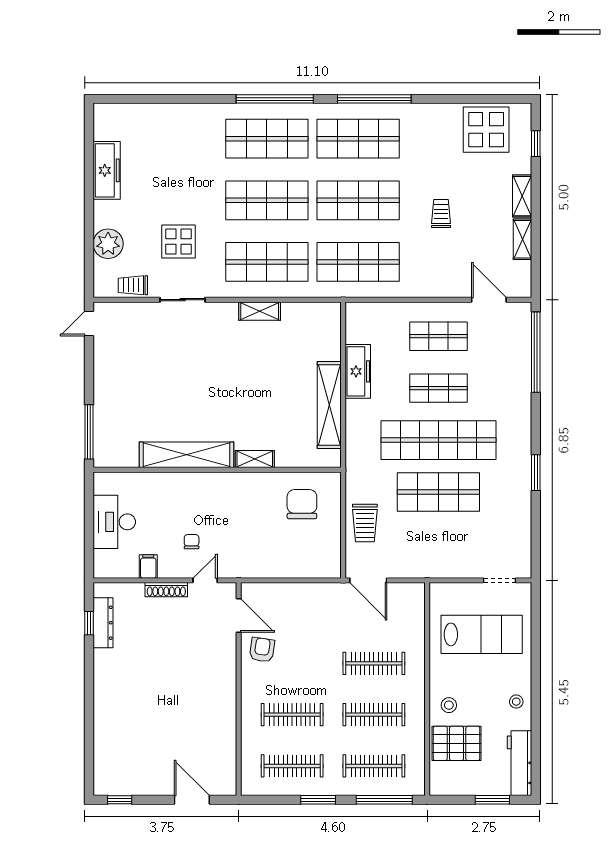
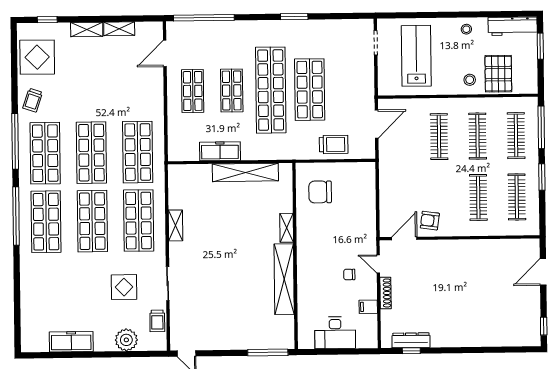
trolley: (441, 213) -> (33, 100), moved, turned -71
door: (368, 580) -> (377, 124), moved

